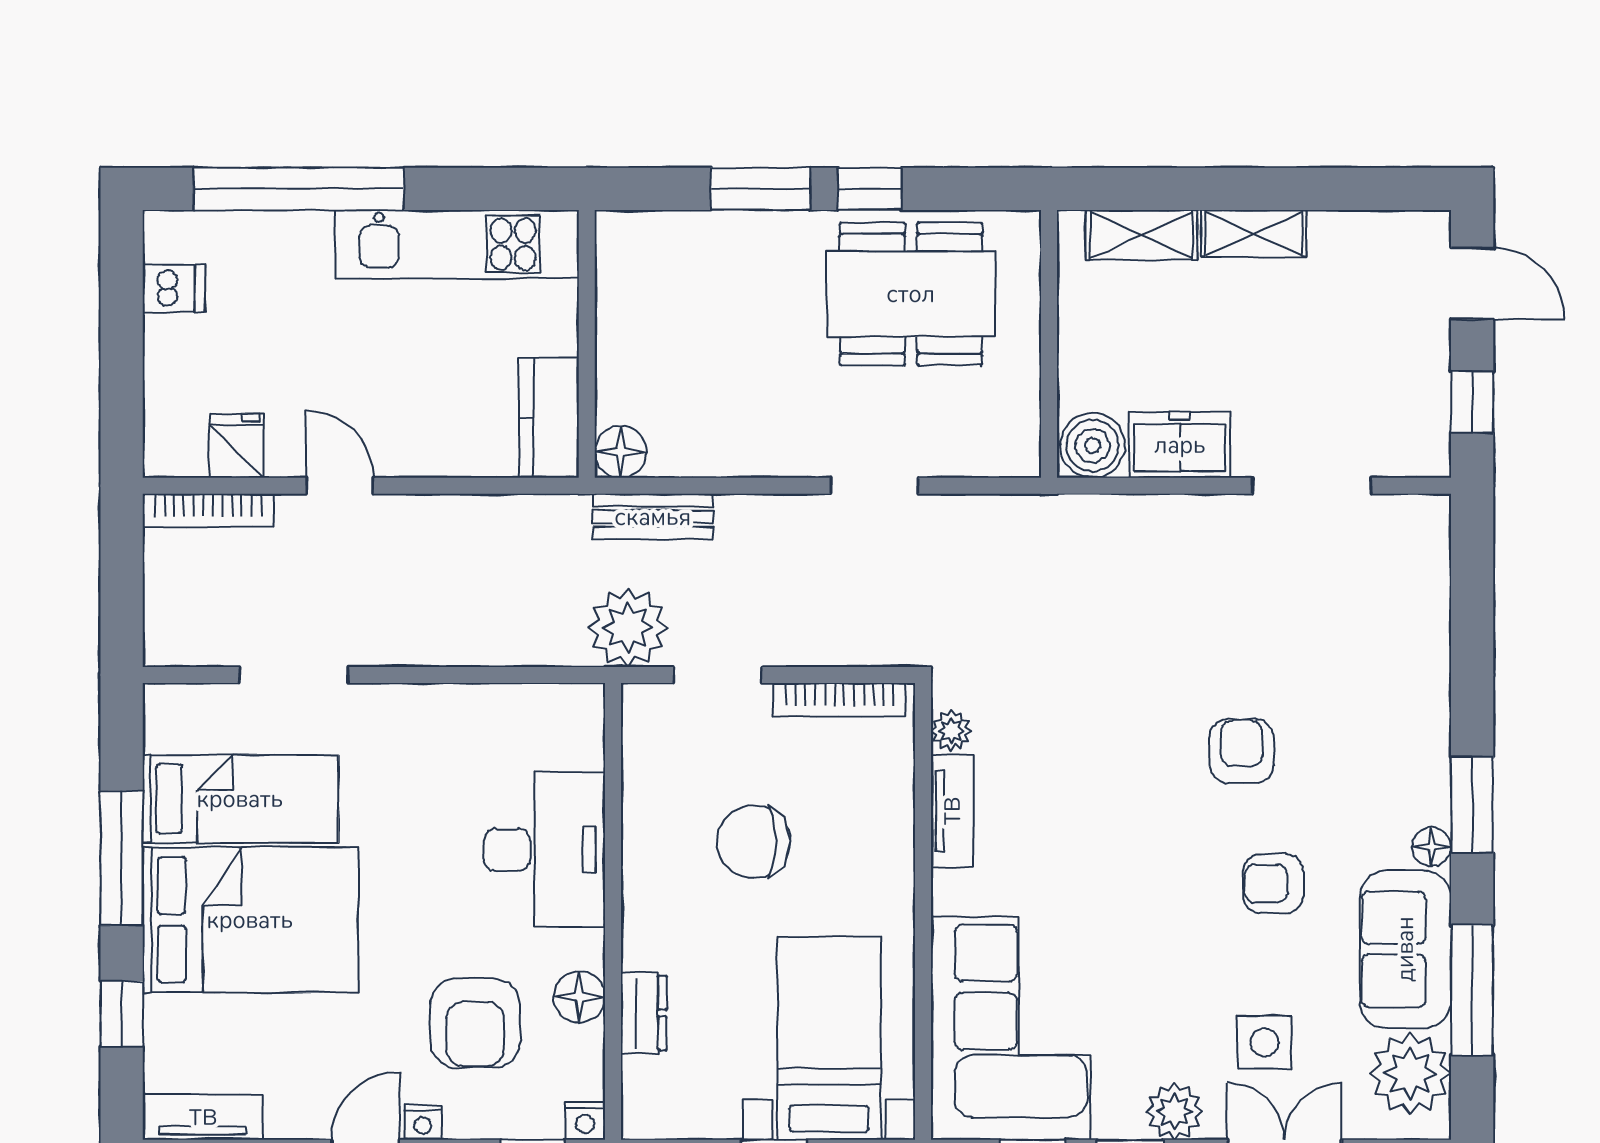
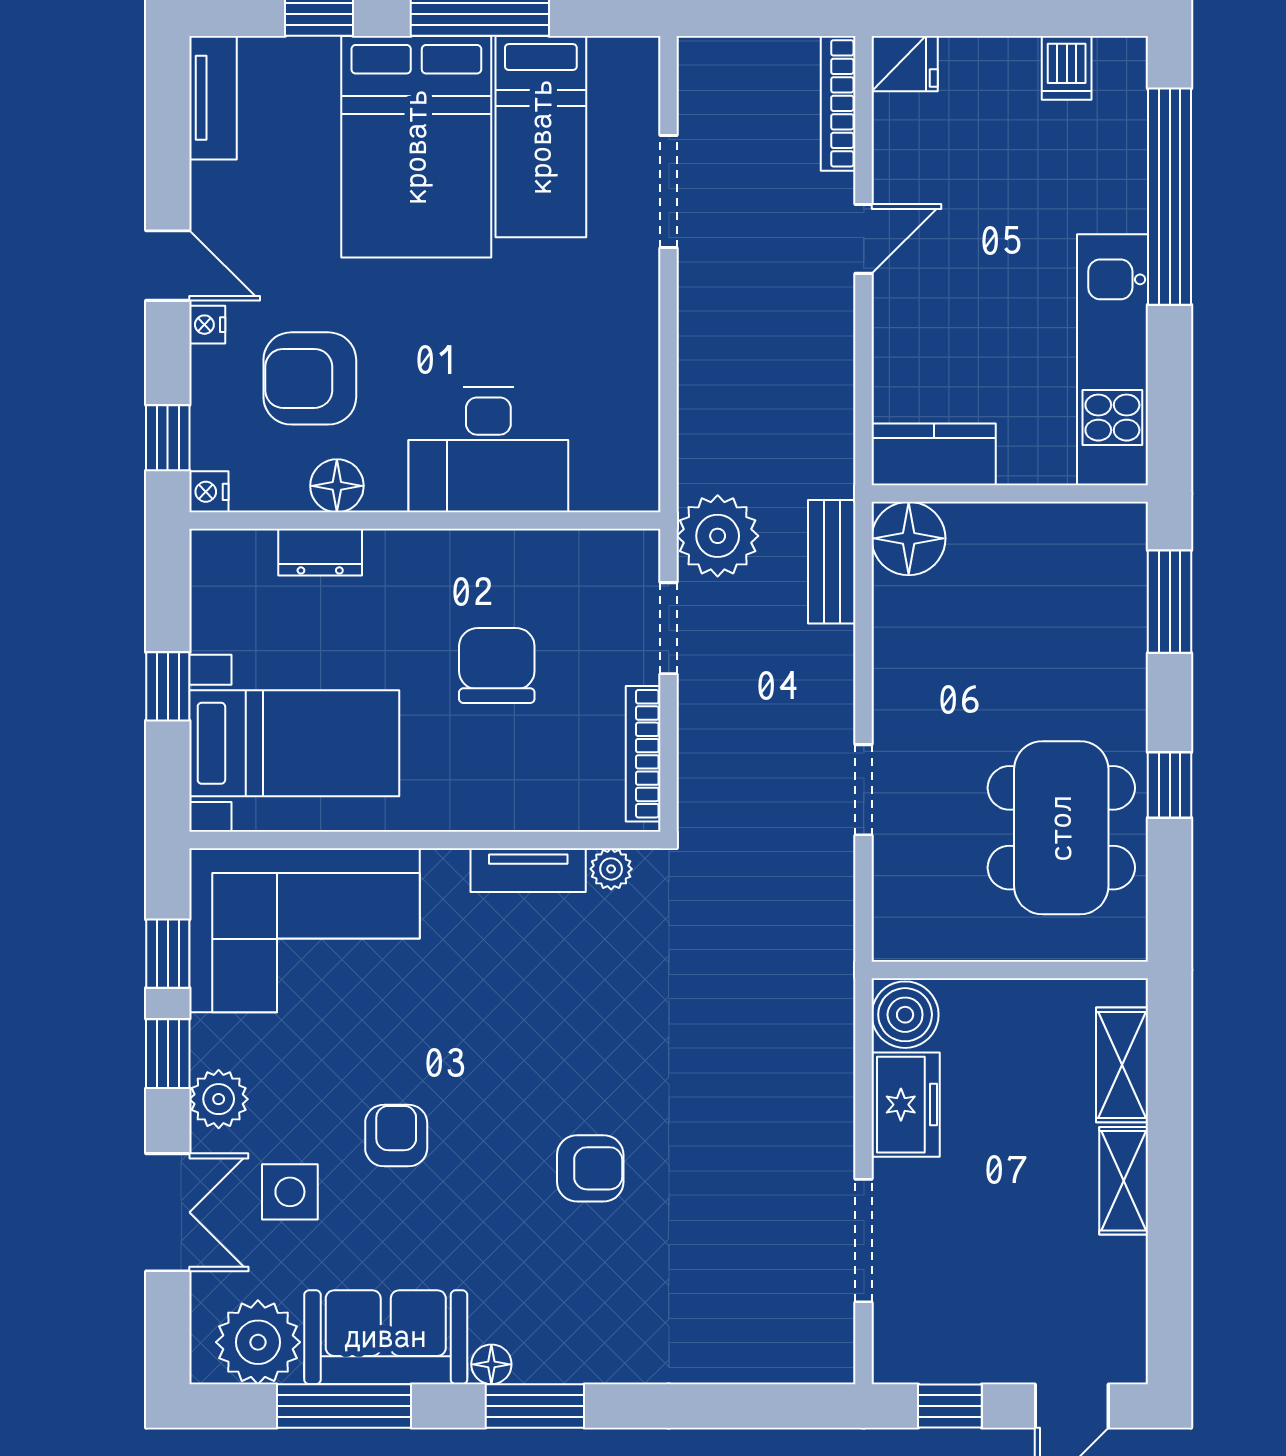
window: (761, 189) -> (1170, 602), moved
fridge: (237, 446) -> (905, 64), moved
floor lamp: (621, 452) -> (909, 538), width x1.38, depth x1.38
armchair: (1273, 884) -> (396, 1136), moved

